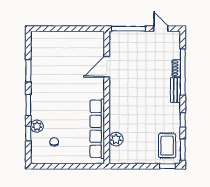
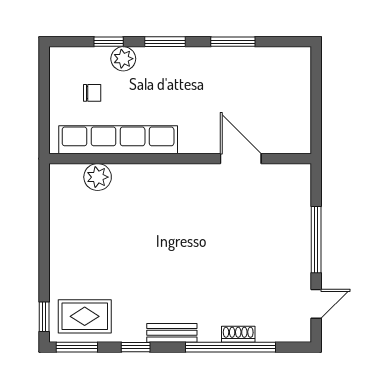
door: (107, 67) -> (241, 159), moved
bench: (175, 90) -> (172, 333), moved
wall: (107, 97) -> (180, 159), moved
row of seats: (97, 129) -> (118, 140), moved
plant: (116, 139) -> (98, 177), moved

